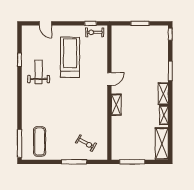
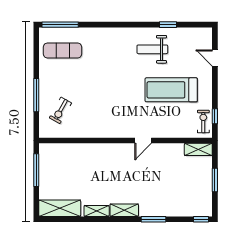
door: (45, 23) -> (215, 58), hinge flipped
treadmill: (70, 57) -> (171, 90), turned 180
weight bench: (39, 72) -> (152, 49), turned 180
door: (109, 79) -> (143, 141), hinge flipped
shelving: (116, 105) -> (198, 149), moved

